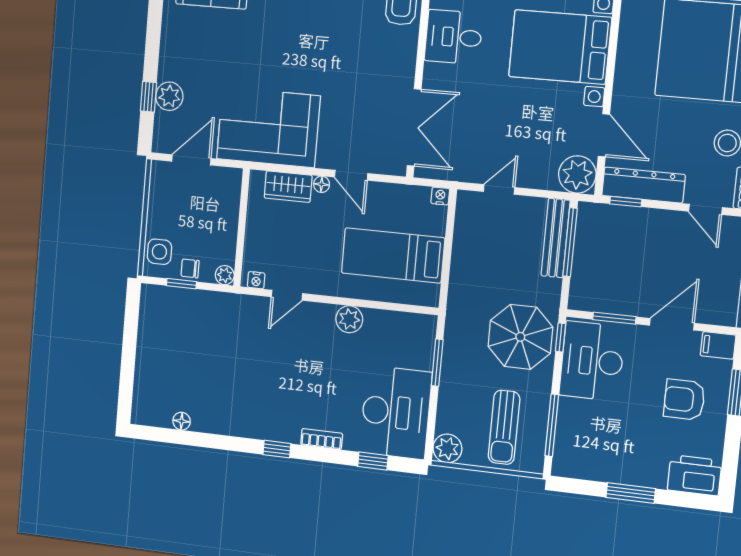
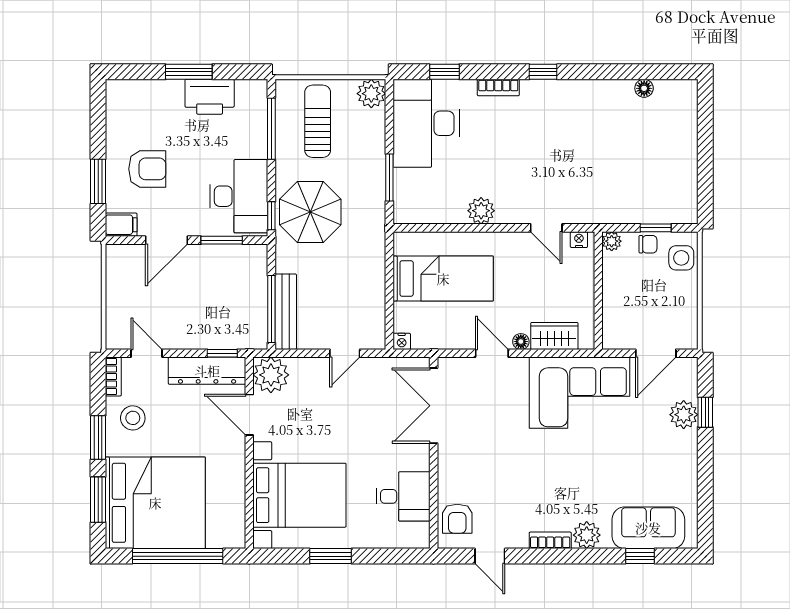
door: (287, 295) -> (546, 228), swing flipped
printer: (695, 475) -> (210, 97), moved

